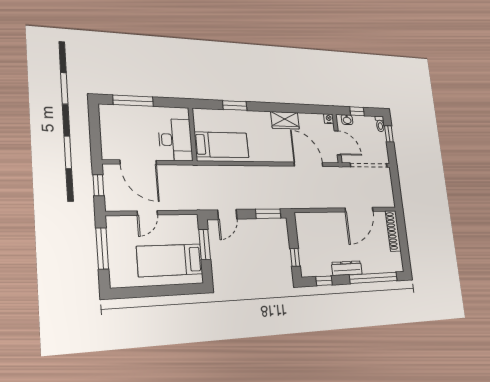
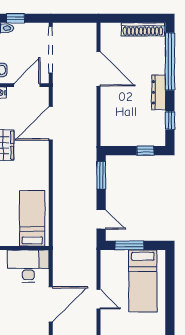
shoe rack: (393, 231) -> (143, 29), moved

